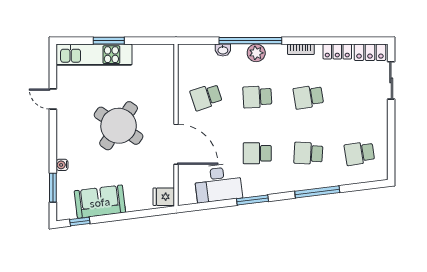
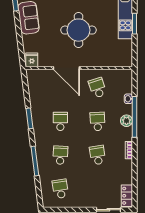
locker: (337, 52) -> (127, 174), removed
round table: (119, 126) -> (79, 30), turned -34
door: (176, 144) -> (66, 68), hinge flipped
desk: (218, 183) -> (41, 96), removed

